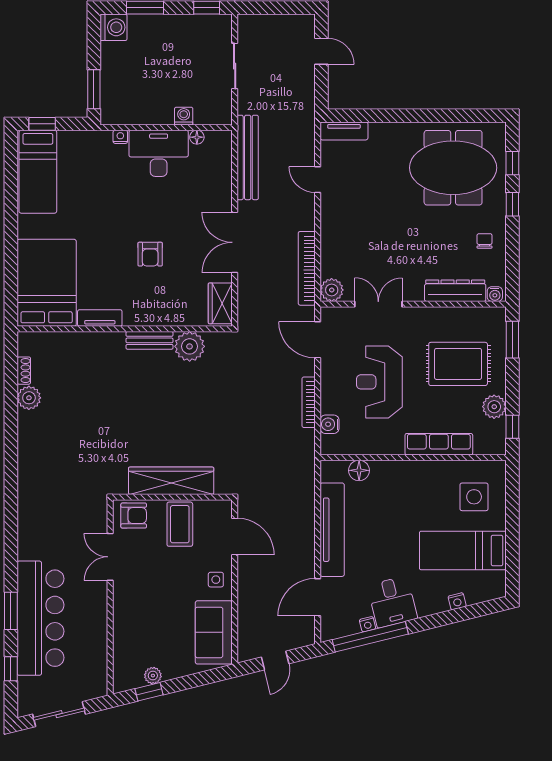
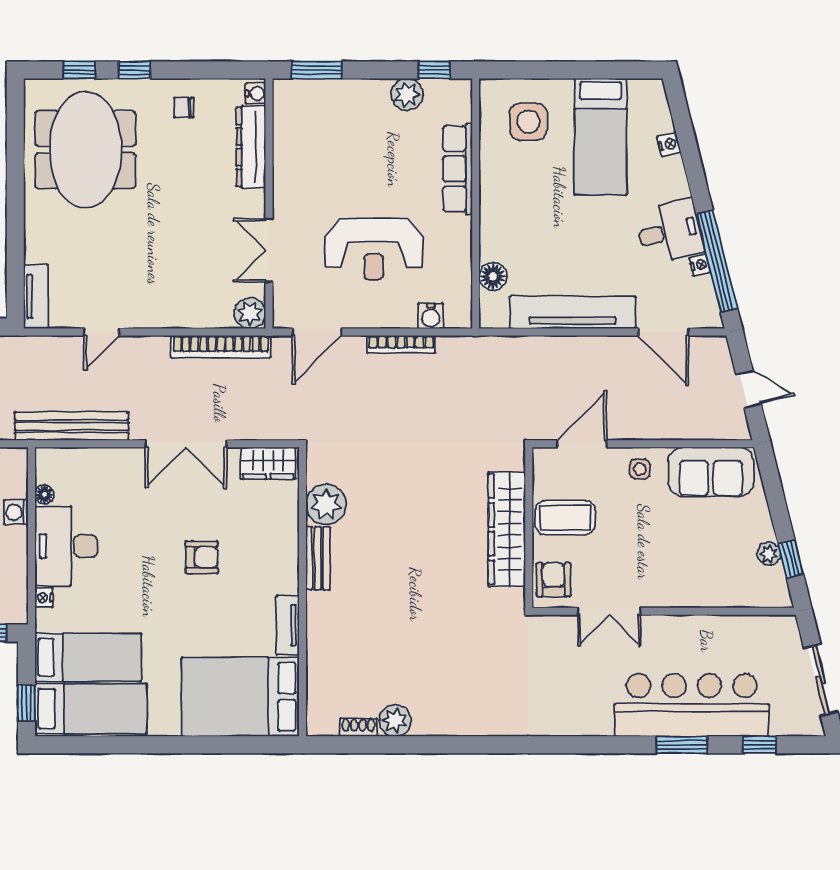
bed: (76, 170) -> (88, 657), added
rug: (458, 364) -> (350, 143), removed

